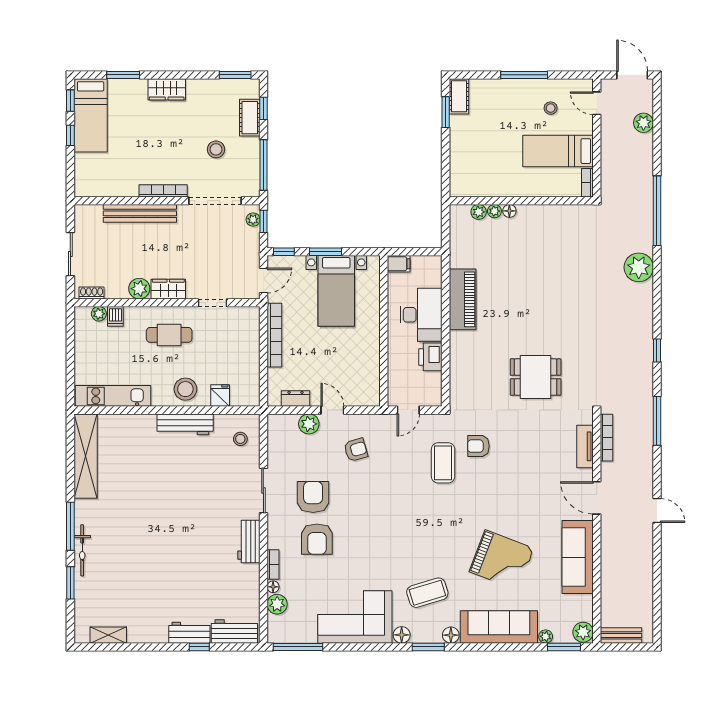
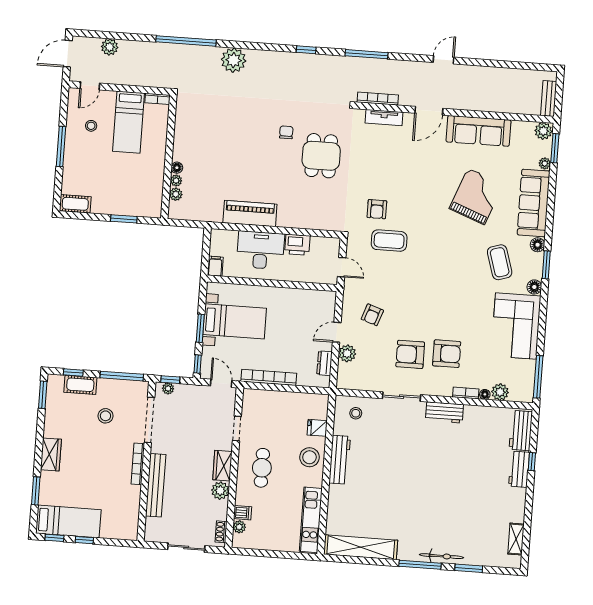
window: (446, 112) -> (124, 219), moved
chair: (560, 335) -> (286, 132), added
armchair: (356, 450) -> (372, 315), turned -145

